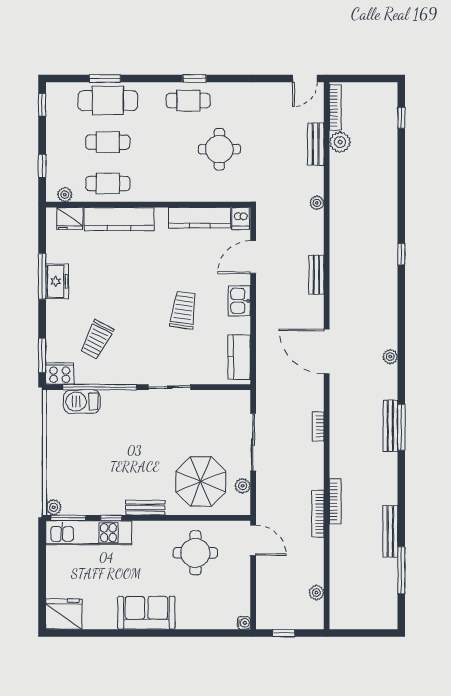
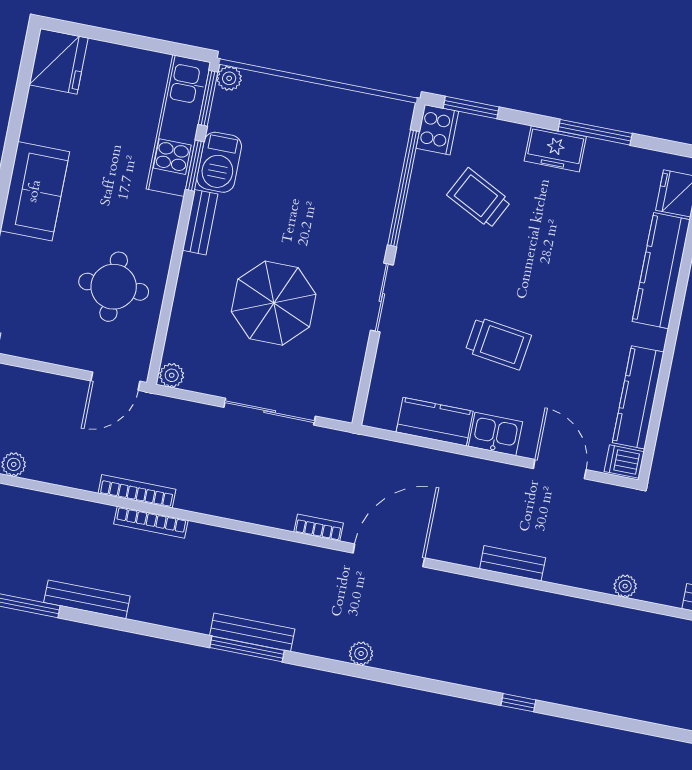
freezer: (57, 281) -> (555, 149), moved
kitchen counter: (239, 357) -> (435, 422), moved
barbecue: (82, 402) -> (219, 162), moved, turned 180
bookcase: (318, 426) -> (319, 527), moved
parasol: (201, 482) -> (274, 303), moved
plant: (243, 486) -> (172, 375), moved
window: (111, 518) -> (195, 166), width x1.50

